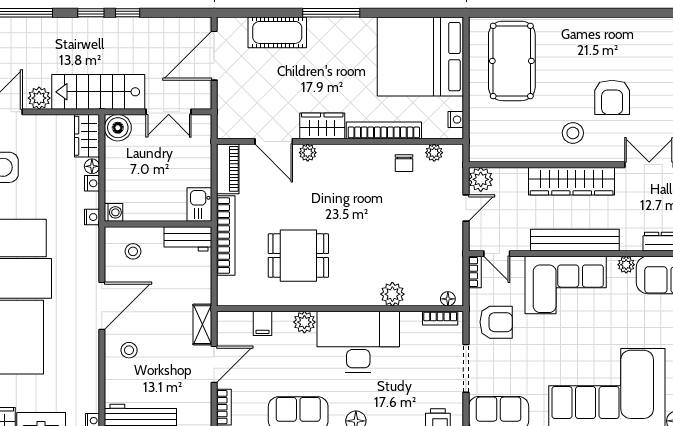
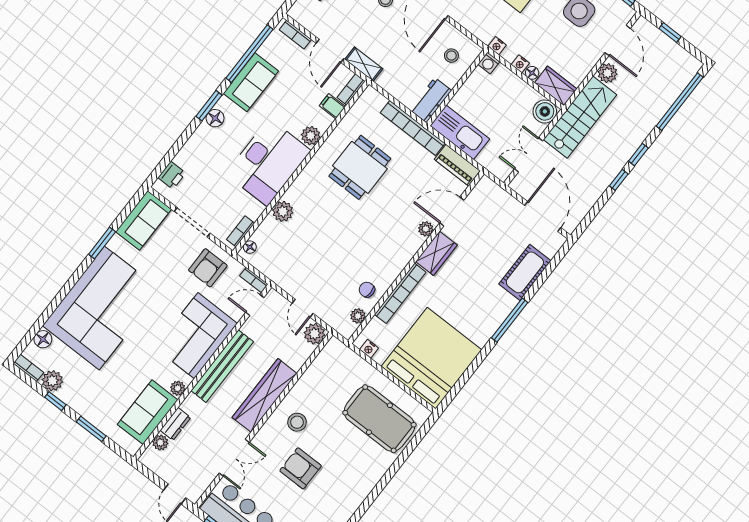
kitchen sink: (199, 205) -> (460, 132), width x1.87, depth x1.24
bookcase: (234, 318) -> (351, 89), added

